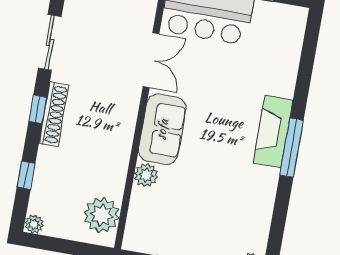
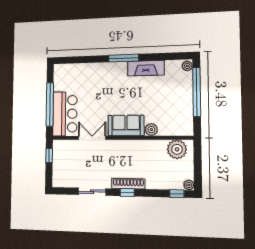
fireplace: (273, 131) -> (146, 68), moved
window: (26, 175) -> (177, 194), moved

